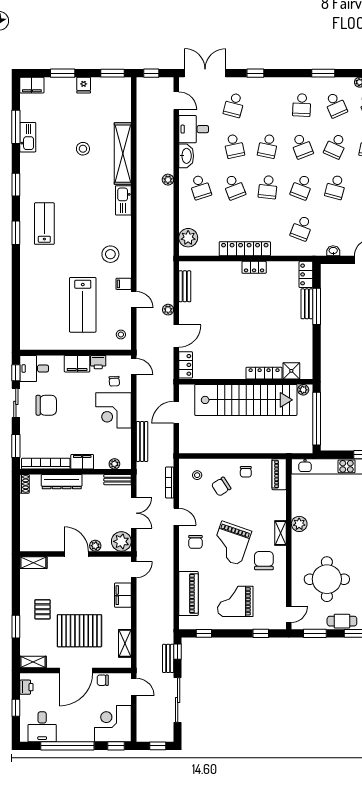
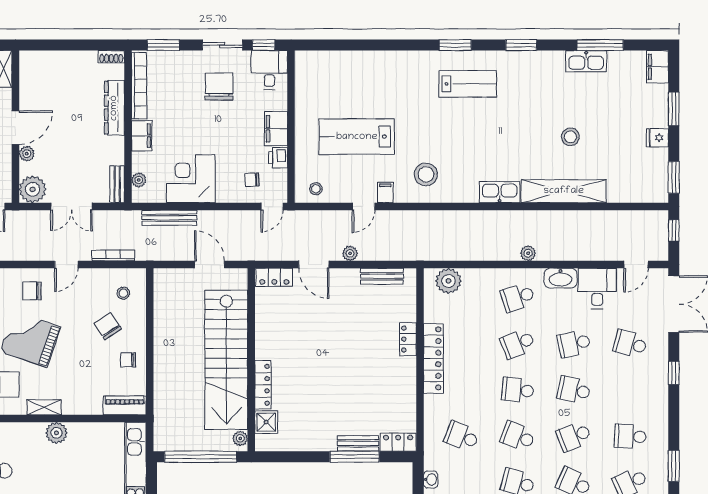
locker: (254, 267) -> (408, 339), moved
chair: (46, 405) -> (219, 87), turned 180
corner desk: (113, 410) -> (191, 179), moved

